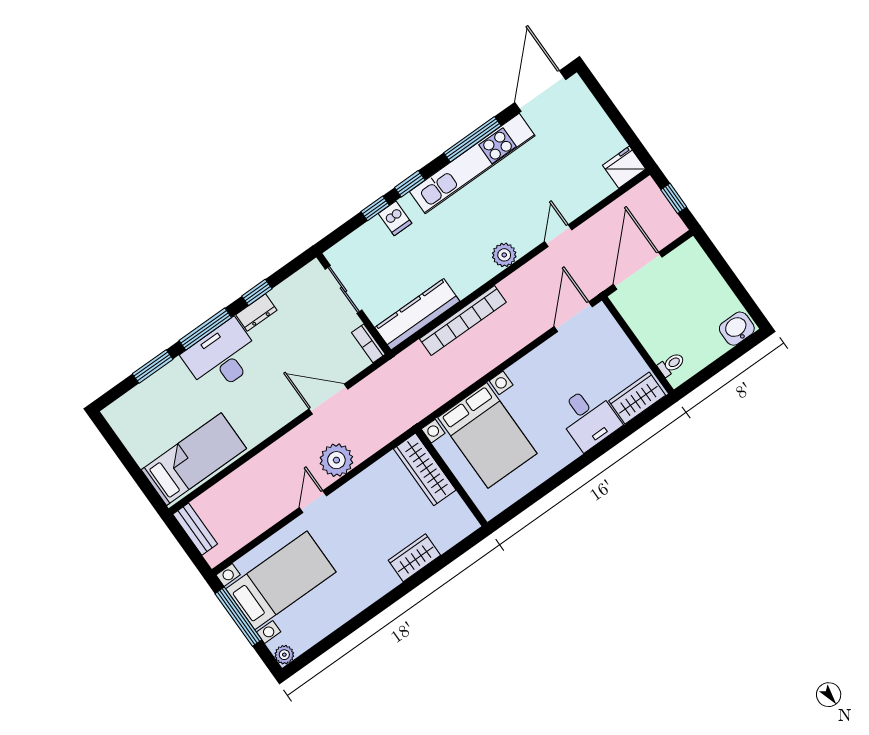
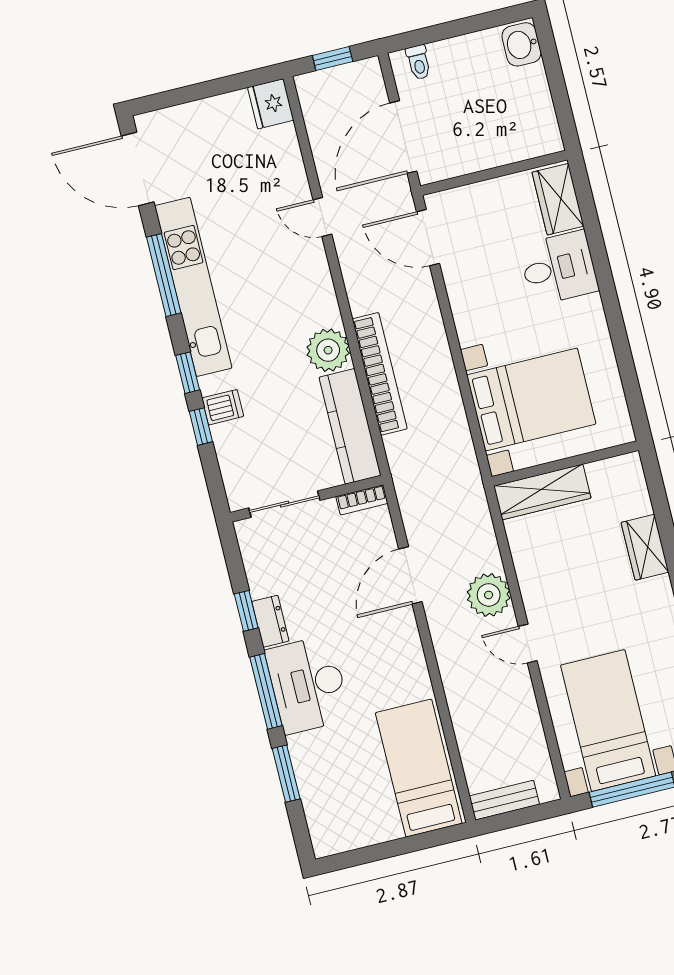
plant: (504, 255) -> (328, 350), moved, width x1.36, depth x1.36
door: (638, 271) -> (403, 137), hinge flipped
toilet: (671, 364) -> (419, 62), moved, turned 180

